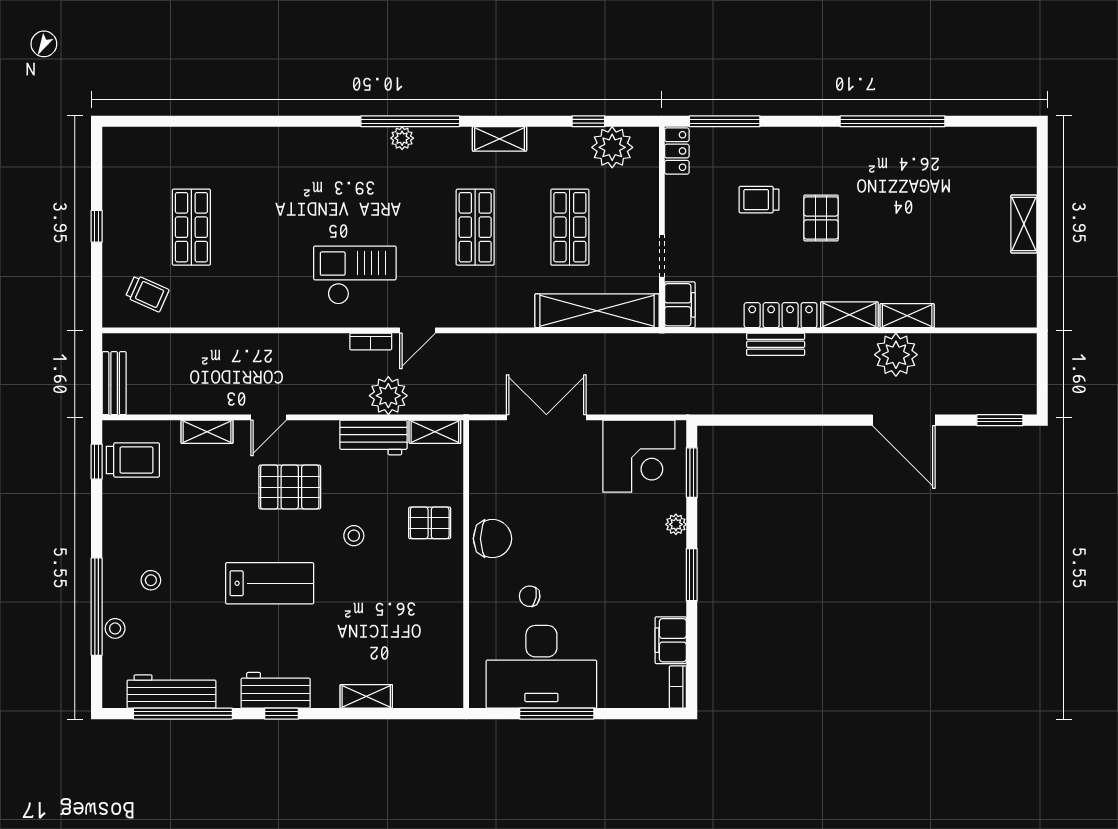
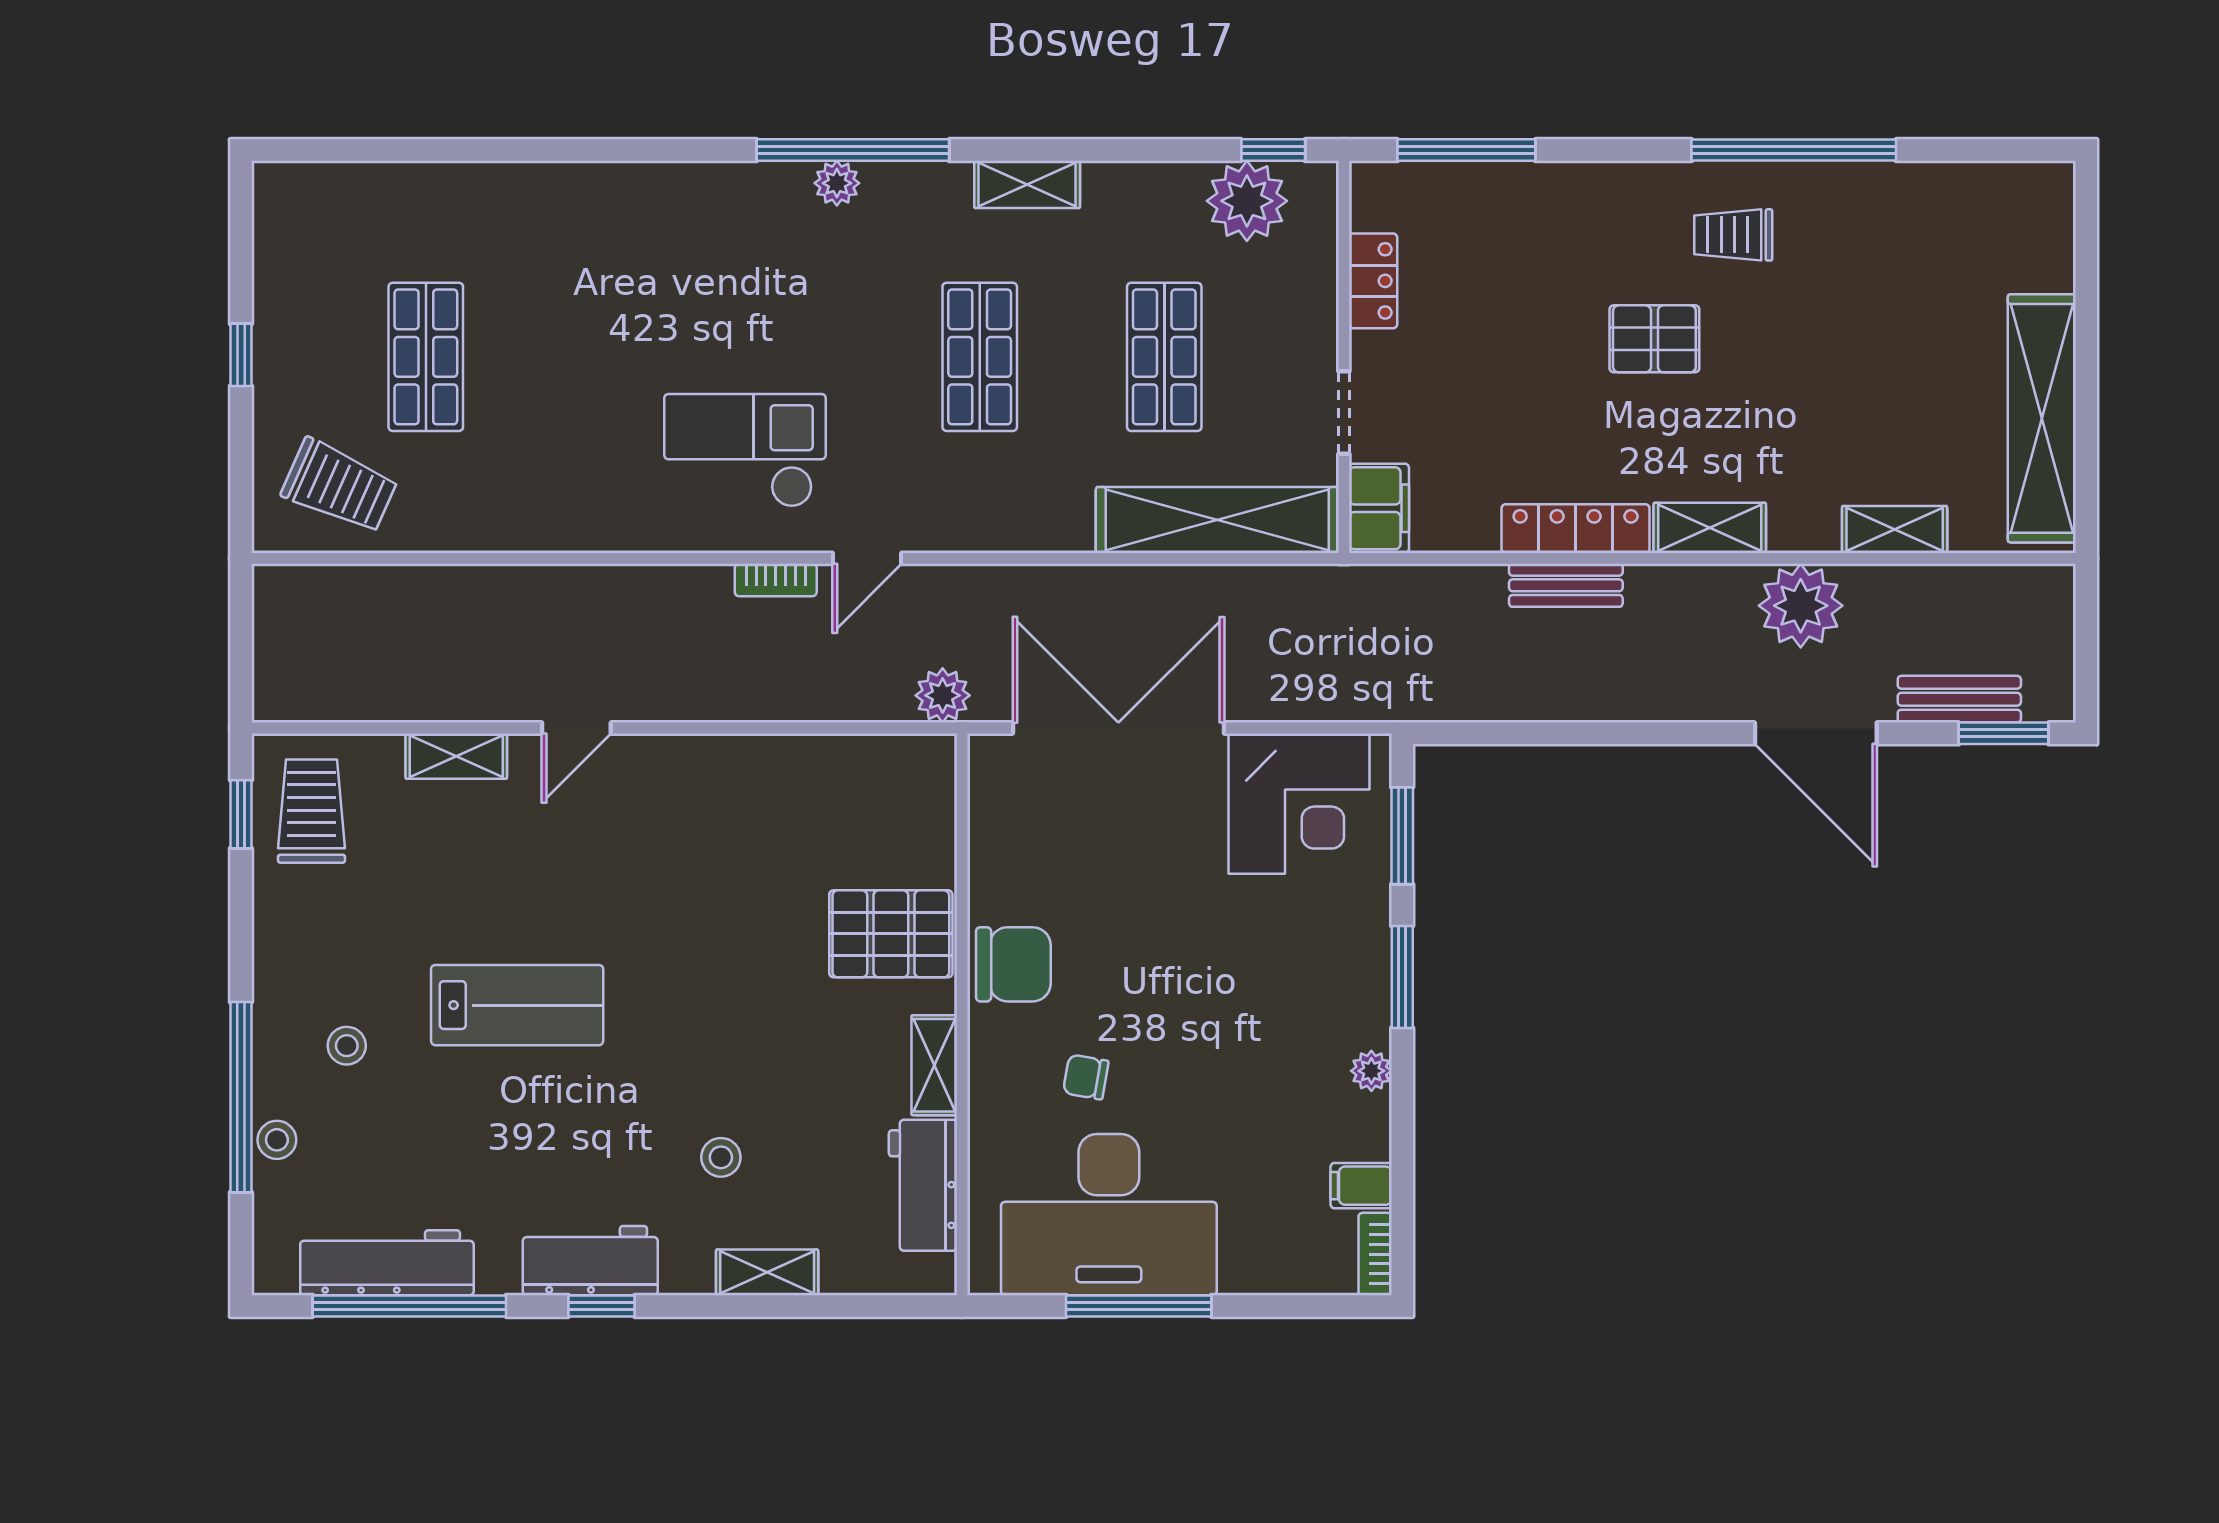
window: (588, 121) -> (1273, 150), moved
locker: (677, 151) -> (1373, 281), moved
trolley: (759, 200) -> (1733, 235), moved
pallet: (821, 218) -> (1654, 339), turned 90
shelving: (1024, 224) -> (2042, 418), width x2.20, depth x1.33
trolley: (147, 293) -> (340, 486), width x1.36, depth x1.39
shelving: (907, 316) -> (1895, 529), moved
bench: (114, 383) -> (1959, 699), moved, turned 90
plant: (388, 396) -> (943, 695), moved, width x0.73, depth x0.73
double door: (546, 417) -> (1118, 728), width x1.36
shelving: (435, 432) -> (934, 1065), moved, turned 90
workbench: (373, 437) -> (923, 1185), moved, turned 90
trolley: (133, 460) -> (312, 811), turned -90
pallet: (290, 487) -> (618, 864), removed
pallet: (430, 523) -> (891, 934), width x1.50, depth x1.42
plant: (676, 524) -> (1371, 1071), moved
stool: (354, 536) -> (721, 1157), moved
window: (692, 575) -> (1402, 977), moved
lab bench: (270, 583) -> (517, 1005), moved
filing cabinet: (671, 640) -> (1361, 1186), width x0.50

